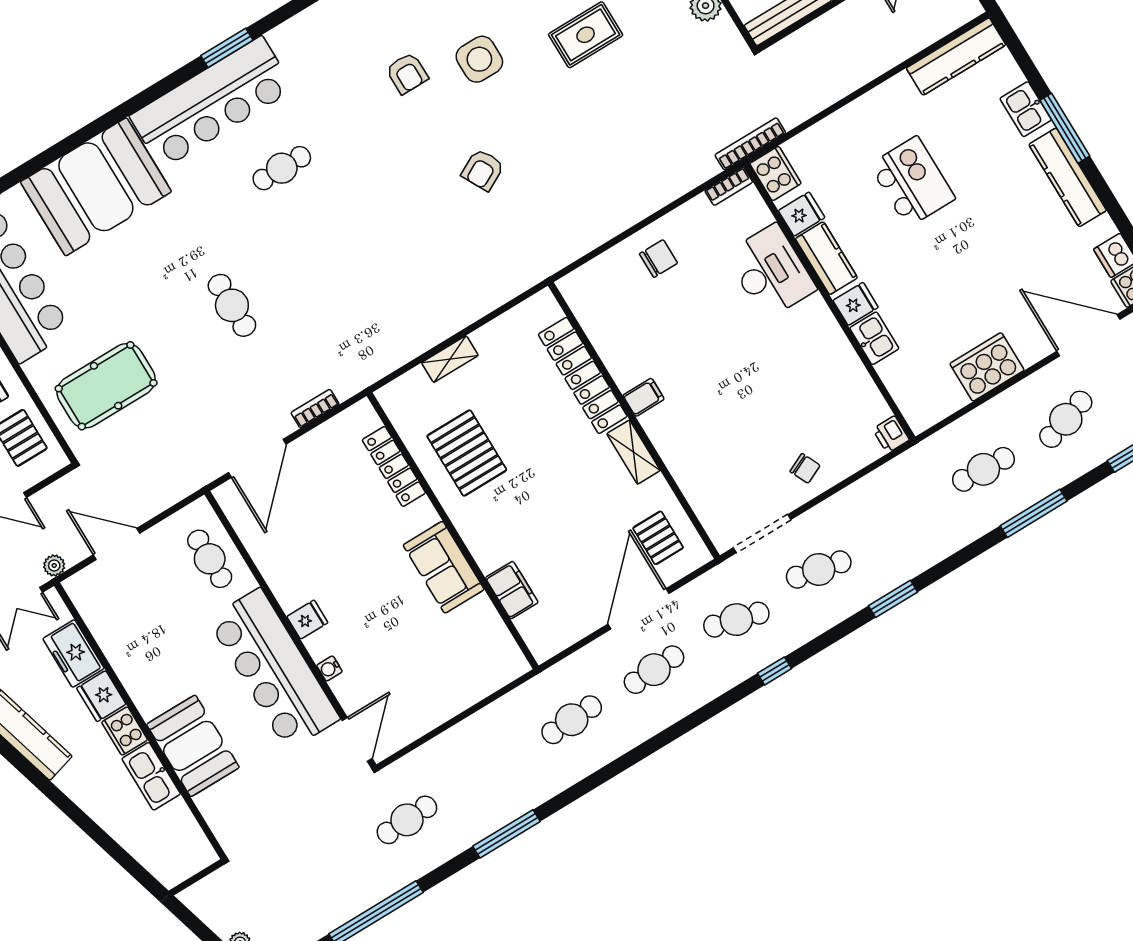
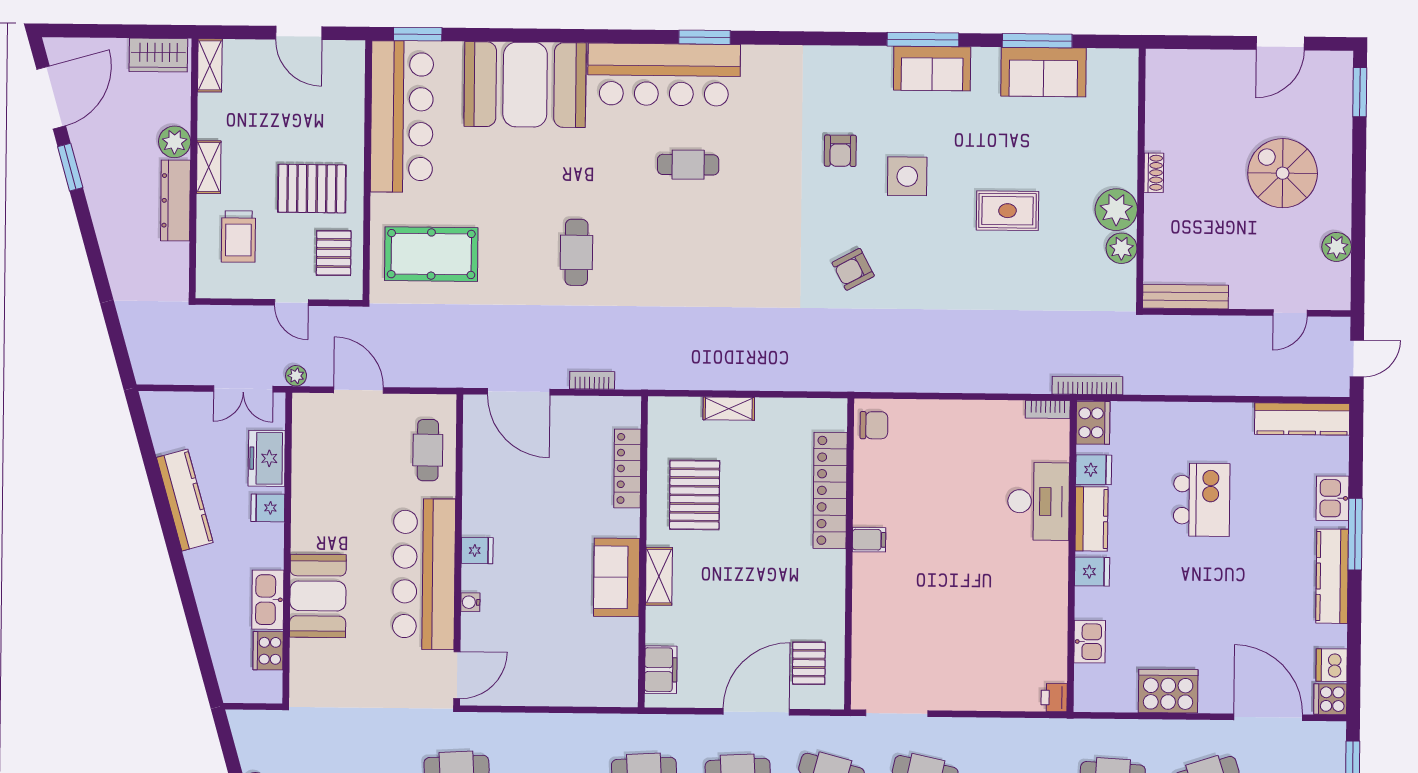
chair: (659, 259) -> (874, 425), moved
kitchen sink: (874, 338) -> (1090, 642), moved
shelving: (633, 452) -> (659, 576), moved
door: (257, 458) -> (519, 392), hinge flipped
chair: (805, 468) -> (966, 681), removed
filing cabinet: (512, 590) -> (661, 670), moved
fridge: (101, 696) -> (268, 508), width x0.72
cooker: (125, 731) -> (268, 651), moved

